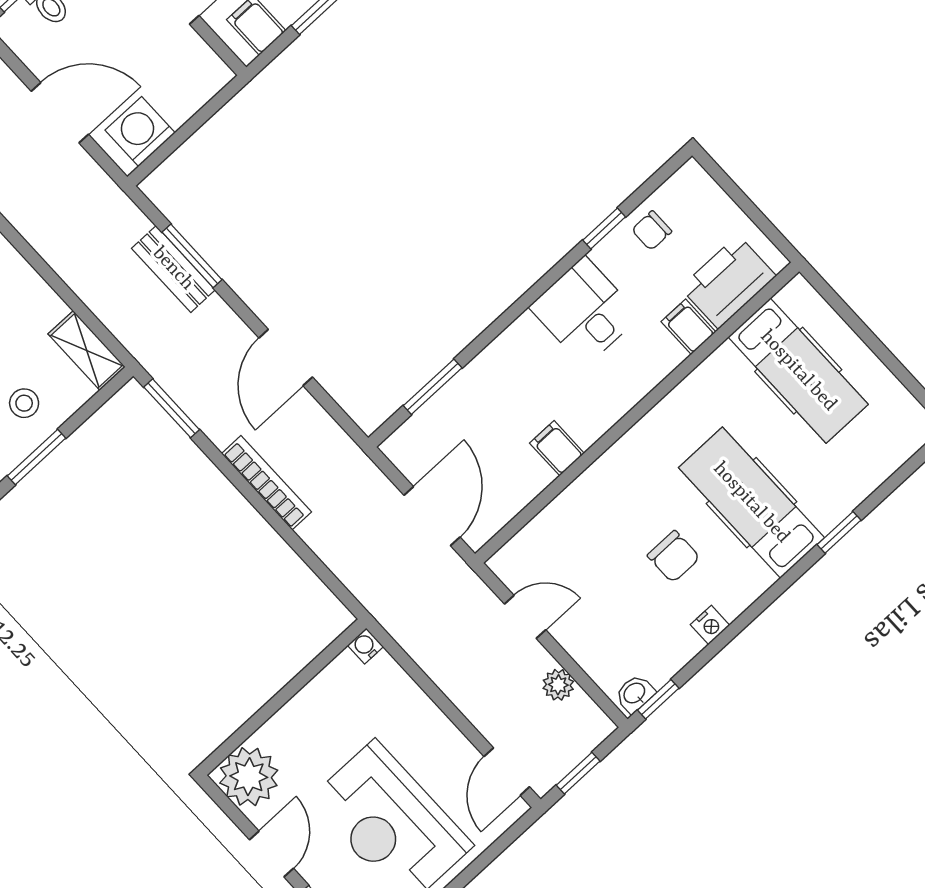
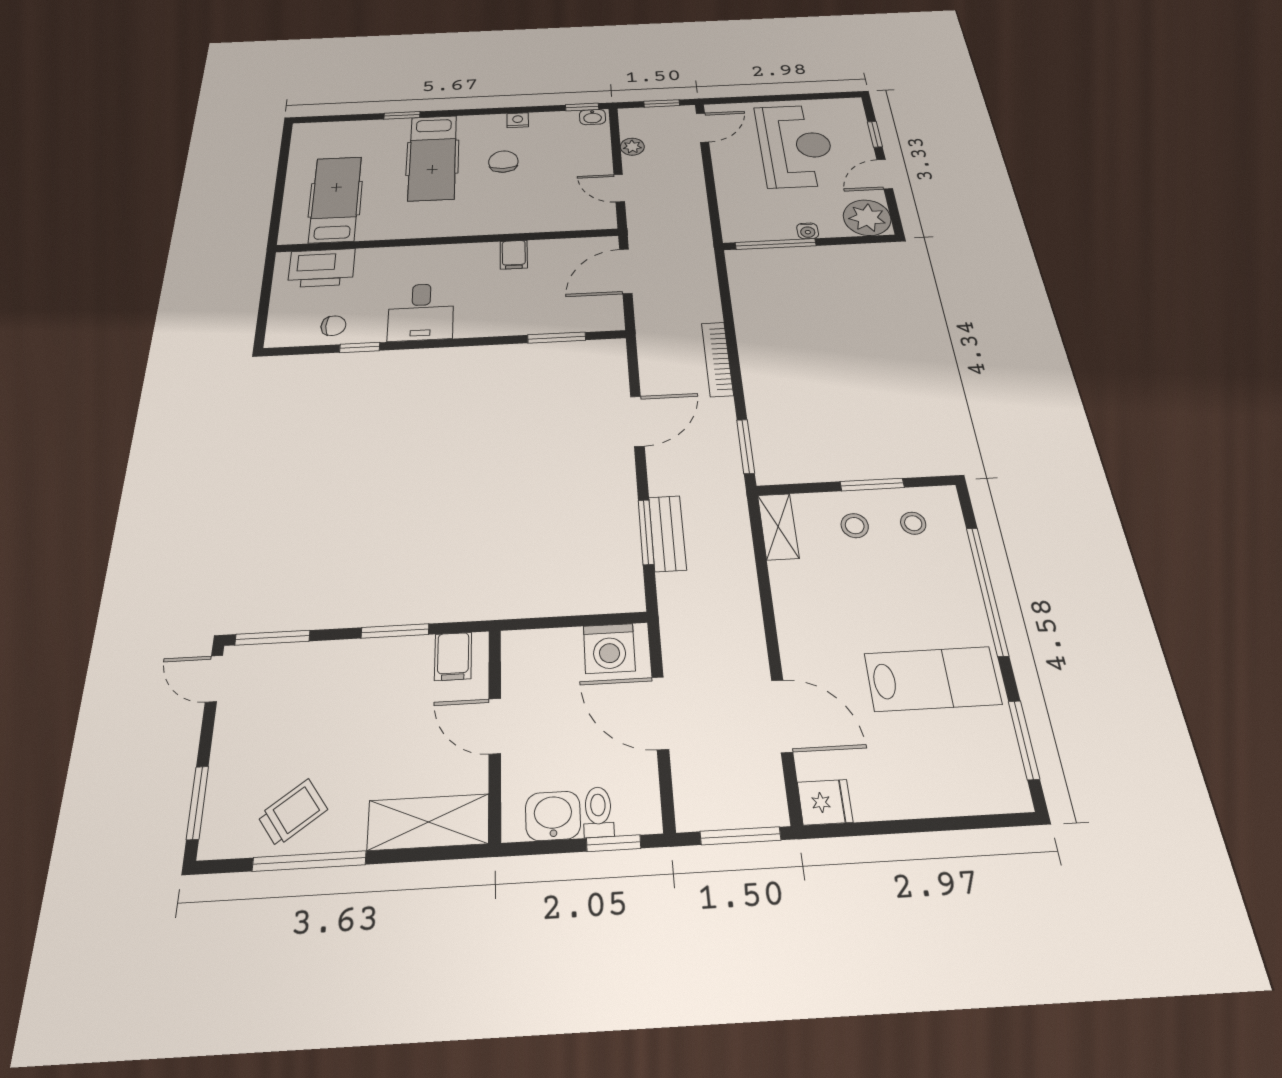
filing cabinet: (688, 327) -> (370, 262), removed
water cooler: (365, 646) -> (808, 231), moved
window: (314, 668) -> (776, 244), added

